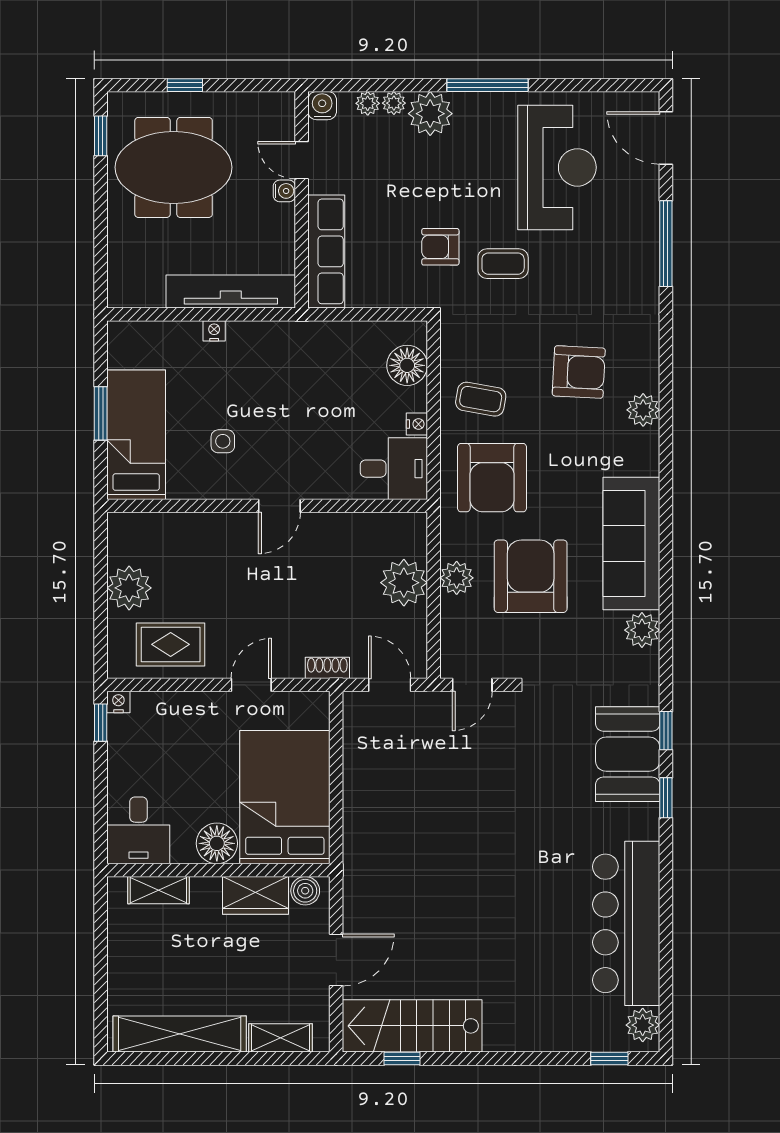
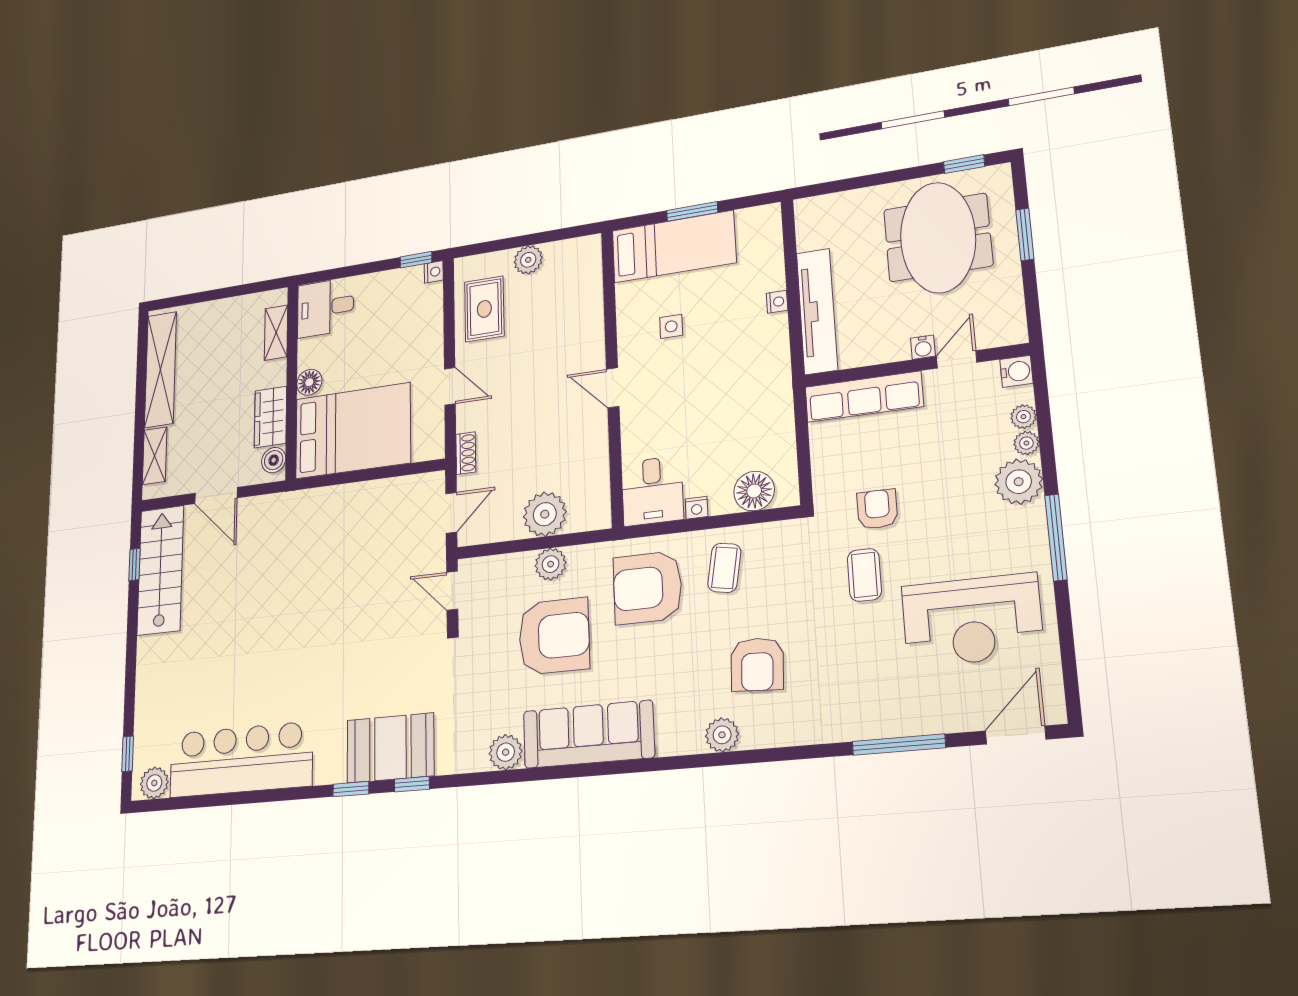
window: (185, 85) -> (1025, 234), width x1.50
plant: (129, 588) -> (528, 260), width x0.73, depth x0.73
floor lamp: (217, 843) -> (309, 382), width x0.73, depth x0.73

